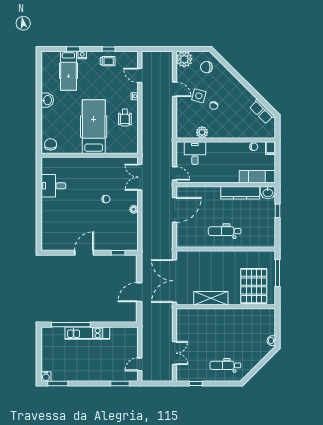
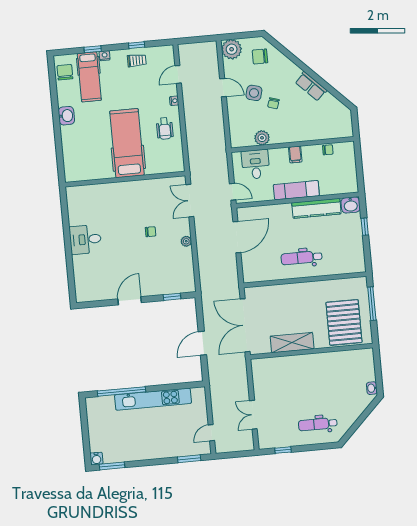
door: (140, 75) -> (178, 74), hinge flipped
row of seats: (262, 112) -> (311, 86), moved
chair: (51, 144) -> (65, 72), moved
filing cabinet: (270, 148) -> (295, 154), moved
exam couch: (257, 177) -> (296, 190), moved
desk: (53, 186) -> (85, 239), moved
kitchen unit: (87, 333) -> (153, 399), width x1.36
double door: (175, 353) -> (253, 415), swing flipped

